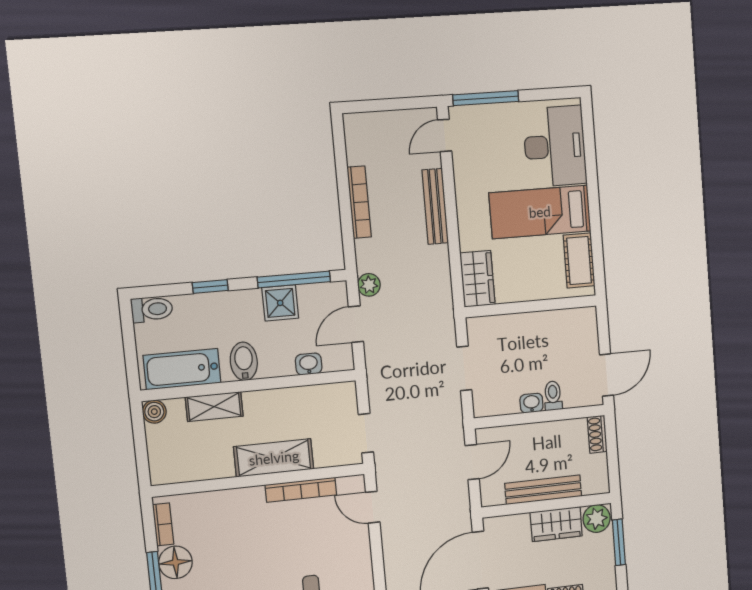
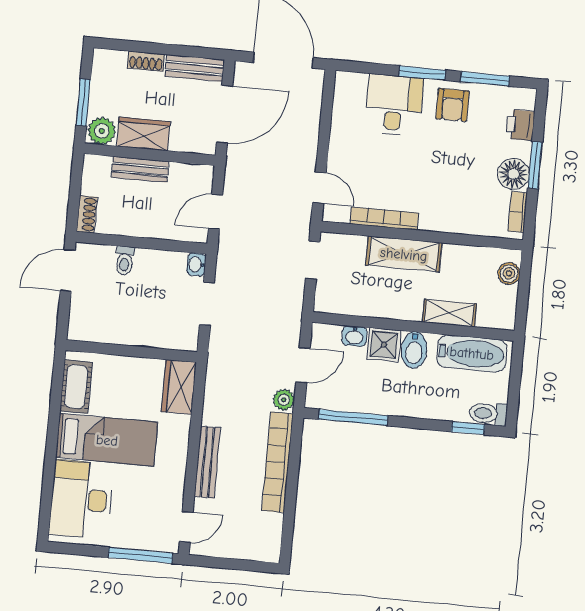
bookcase: (359, 202) -> (278, 462), width x1.48, depth x1.31
window: (210, 287) -> (468, 428), moved
shower: (280, 303) -> (384, 345), moved
washbasin: (531, 403) -> (196, 265), moved, turned 90
boiler: (154, 412) -> (509, 273), moved
bench: (543, 490) -> (140, 169), width x0.73

